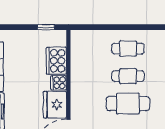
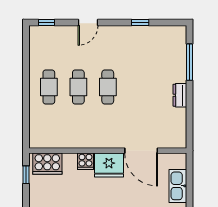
cooker: (56, 61) -> (47, 164), moved
cafe table: (128, 104) -> (108, 87), width x0.73, depth x0.74

